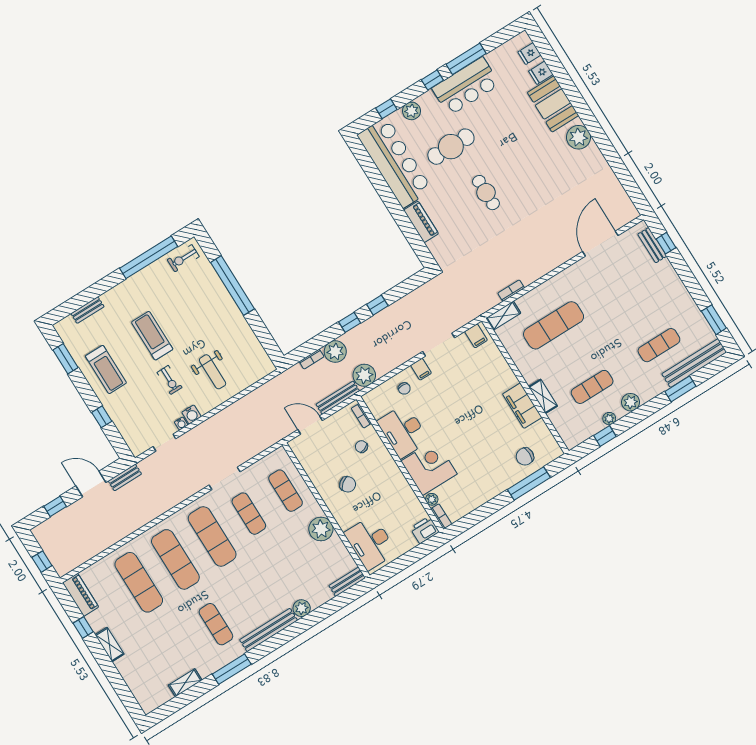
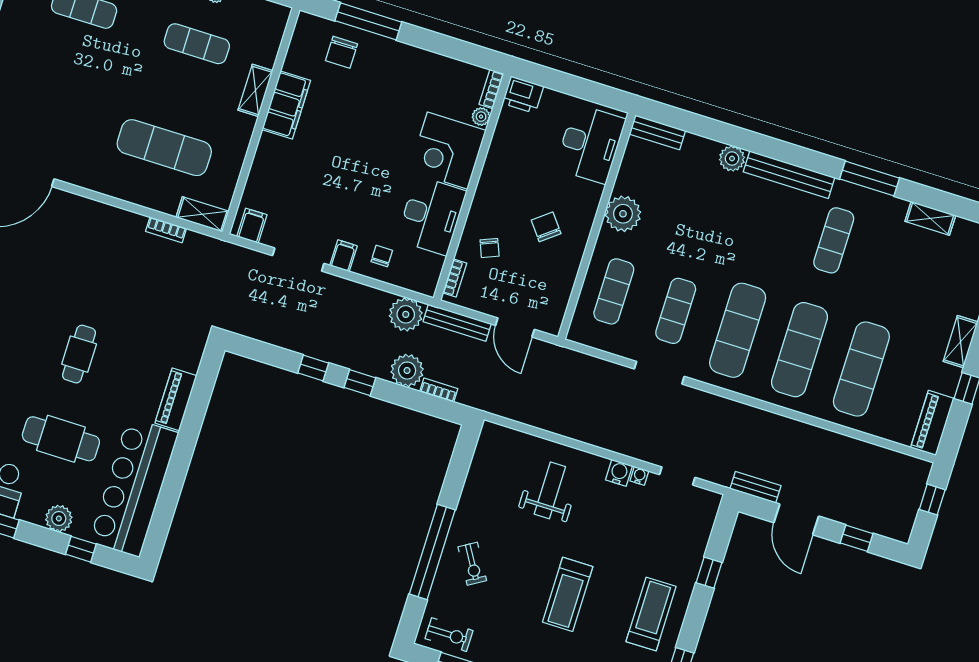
exercise bike: (170, 380) -> (472, 564), moved, turned 149
chair: (525, 457) -> (341, 52), turned 90

